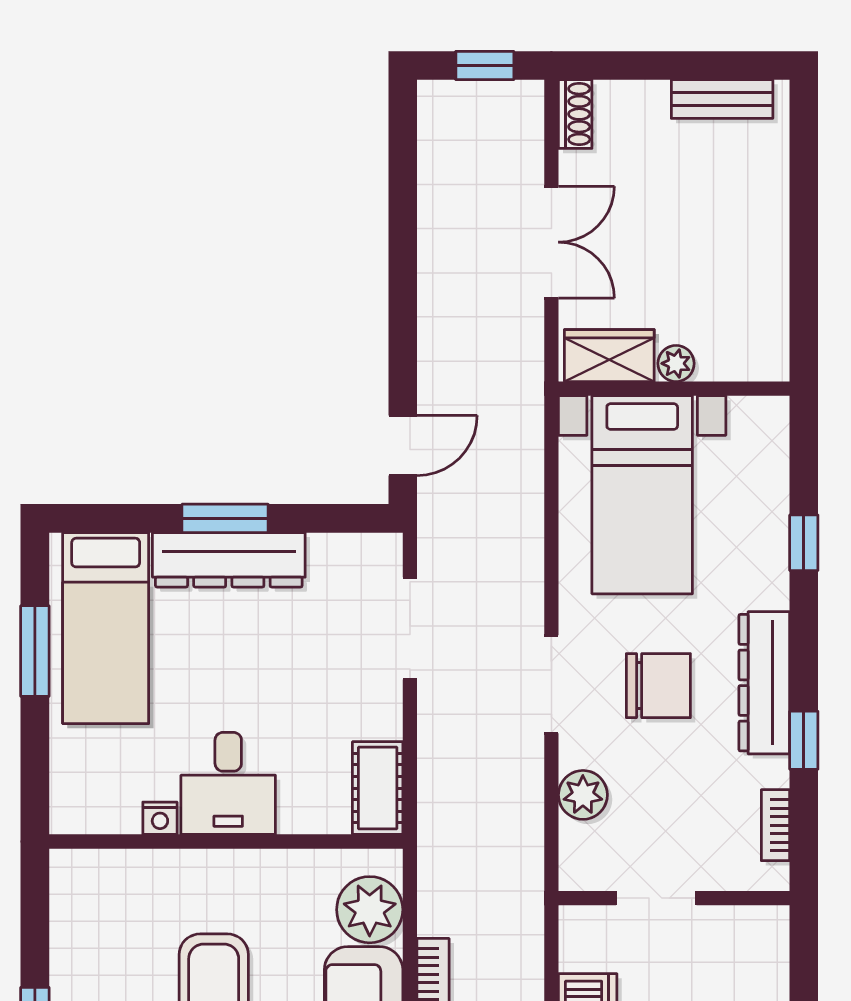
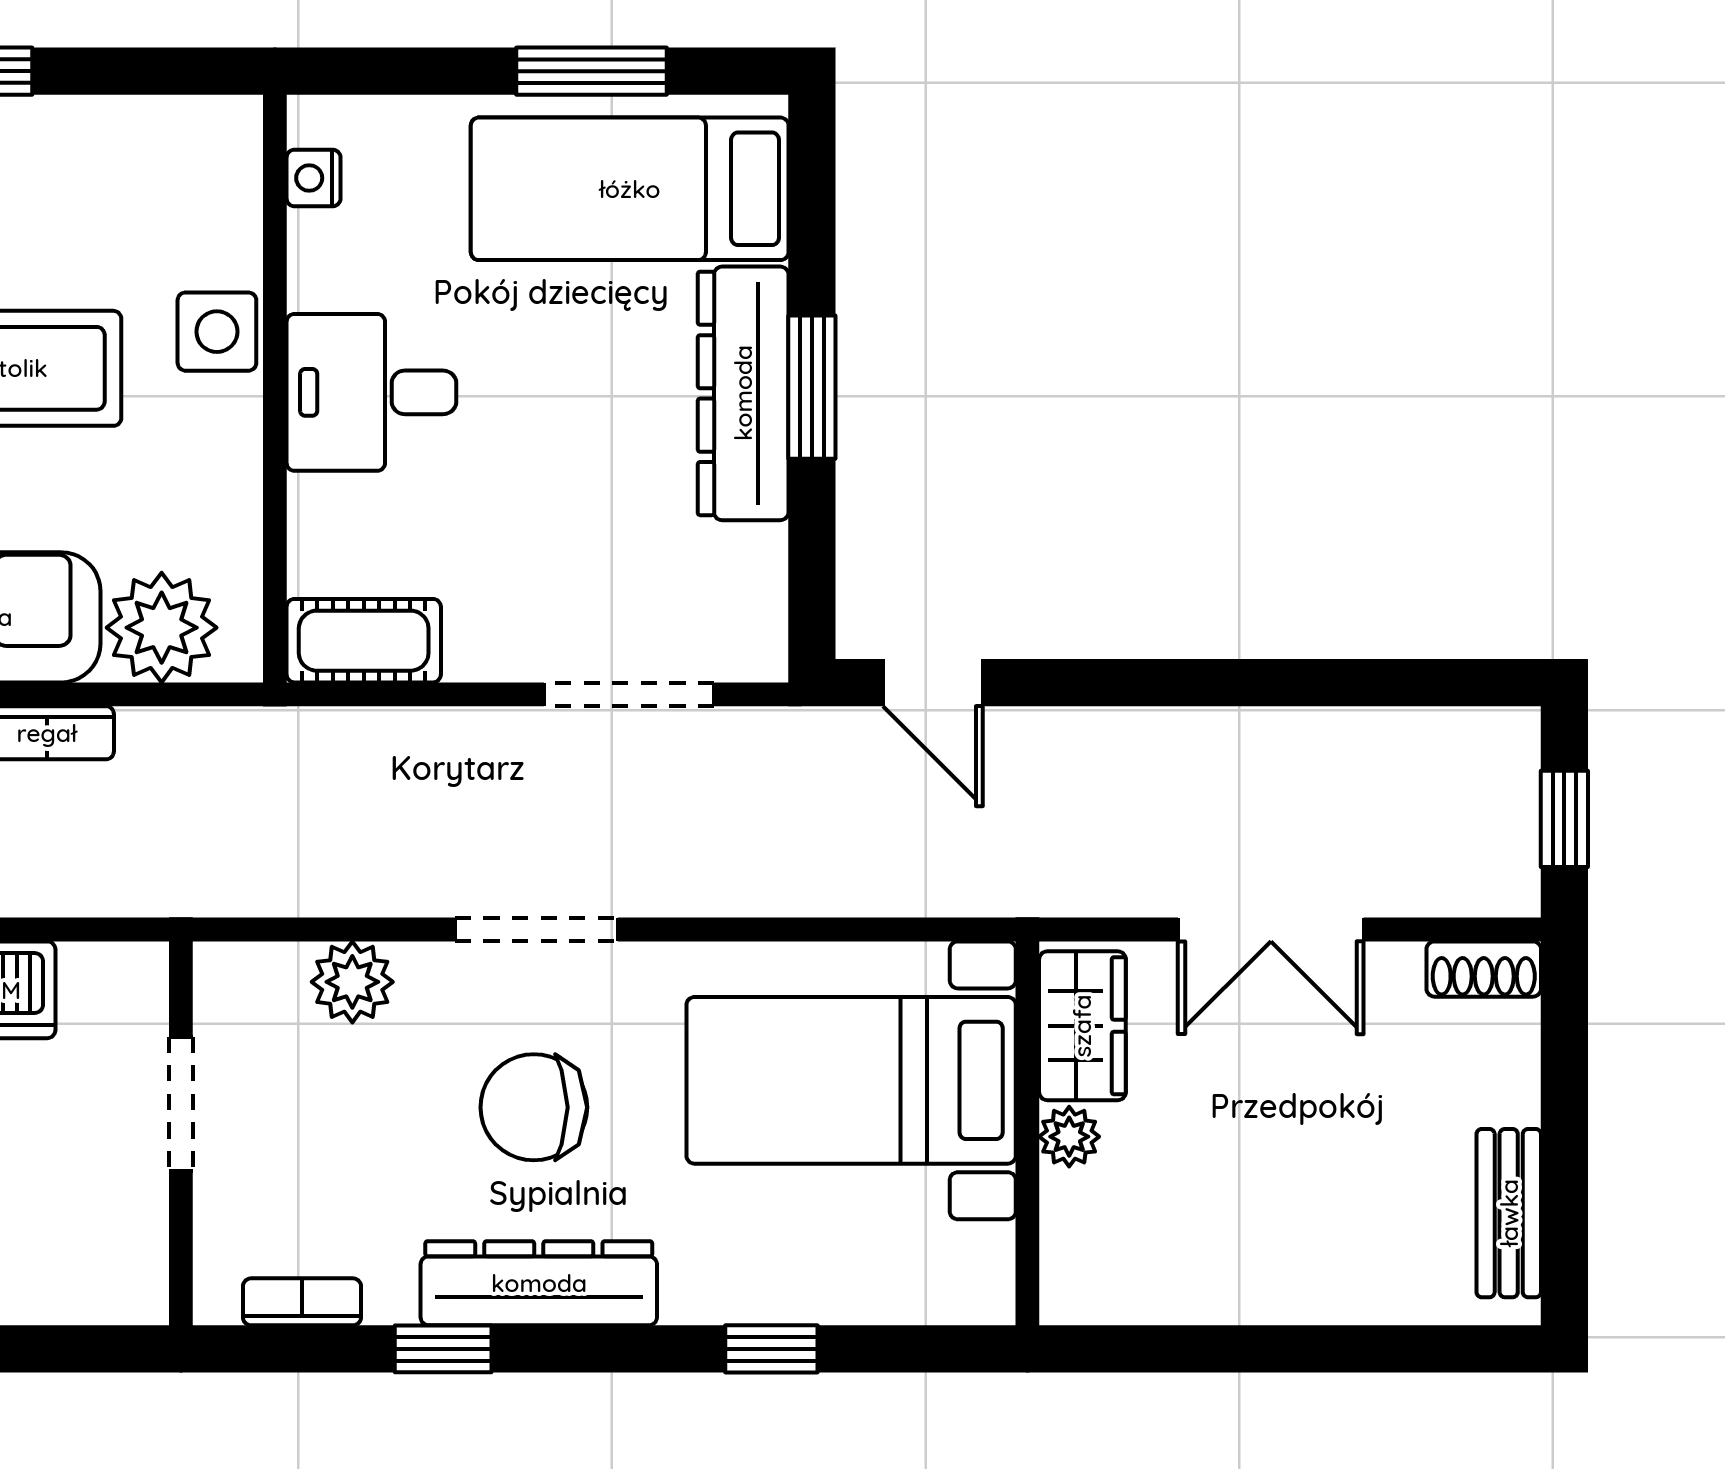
chair: (658, 686) -> (534, 1107), turned 90
nightstand: (160, 818) -> (314, 178), moved
side table: (192, 876) -> (217, 332), added

